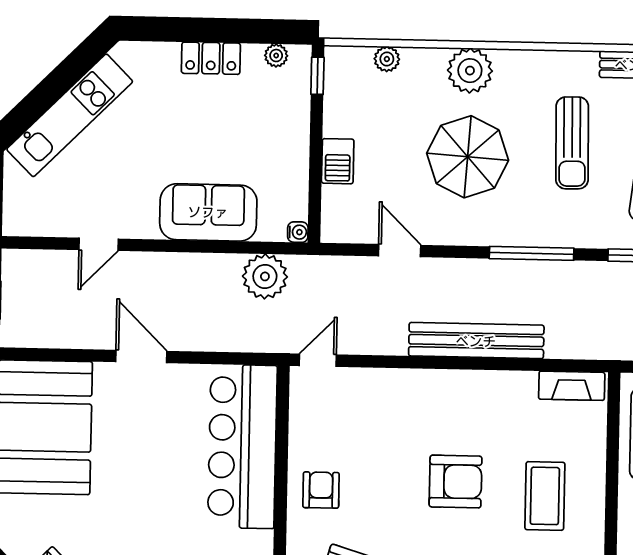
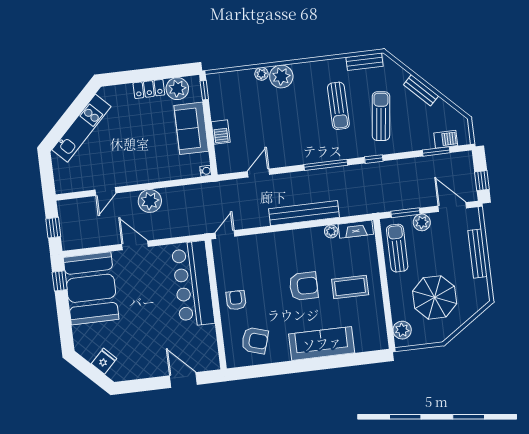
plant: (276, 56) -> (177, 89), width x1.88, depth x1.88
plant: (387, 59) -> (261, 74), moved
parasol: (468, 157) -> (286, 120), removed
sofa: (208, 212) -> (191, 128), moved, turned -90
door: (400, 251) -> (259, 173), hinge flipped
plant: (265, 276) -> (150, 201), moved
plant: (524, 384) -> (331, 231), added
coffee table: (545, 496) -> (350, 287), turned 90

